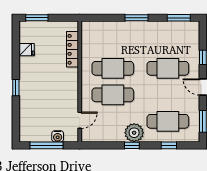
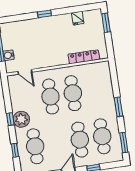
cafe table: (168, 42) -> (102, 136), added

